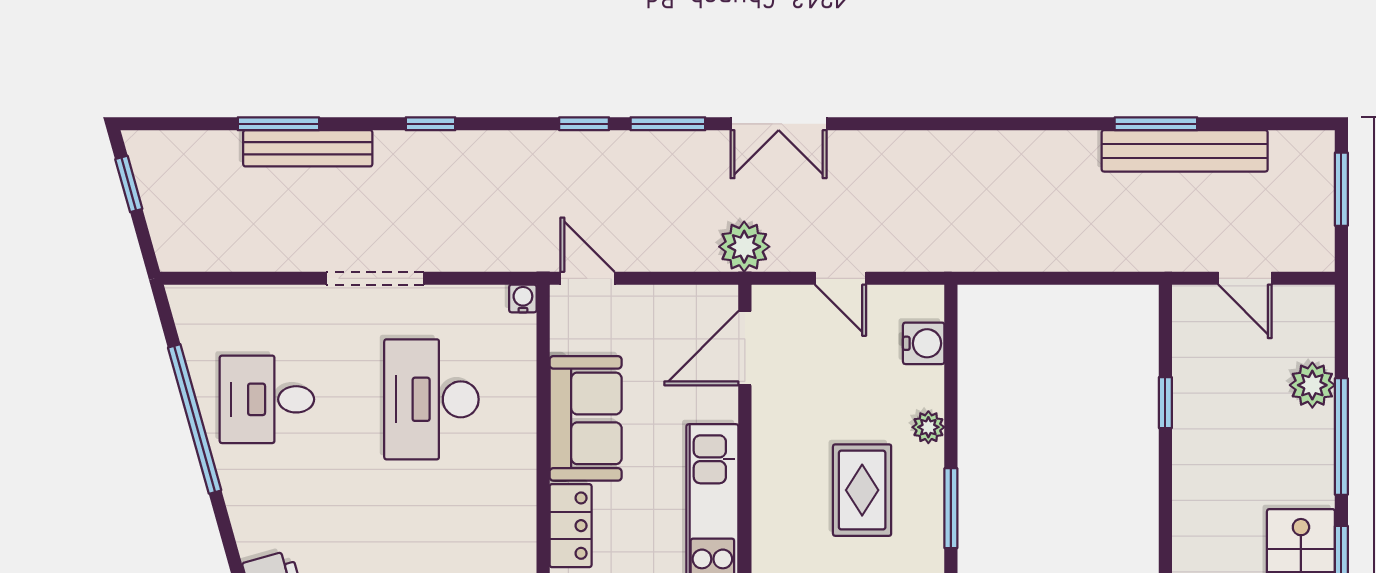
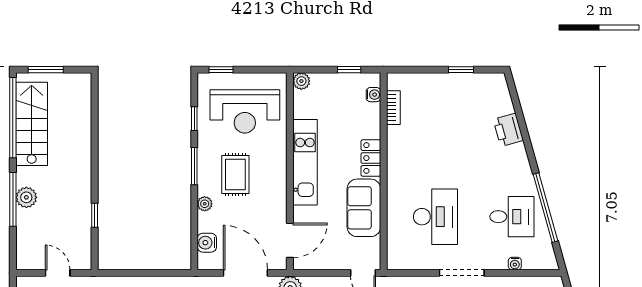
door: (840, 278) -> (245, 273), width x1.87
water cooler: (523, 298) -> (515, 264), moved
plant: (1312, 385) -> (26, 197), moved

